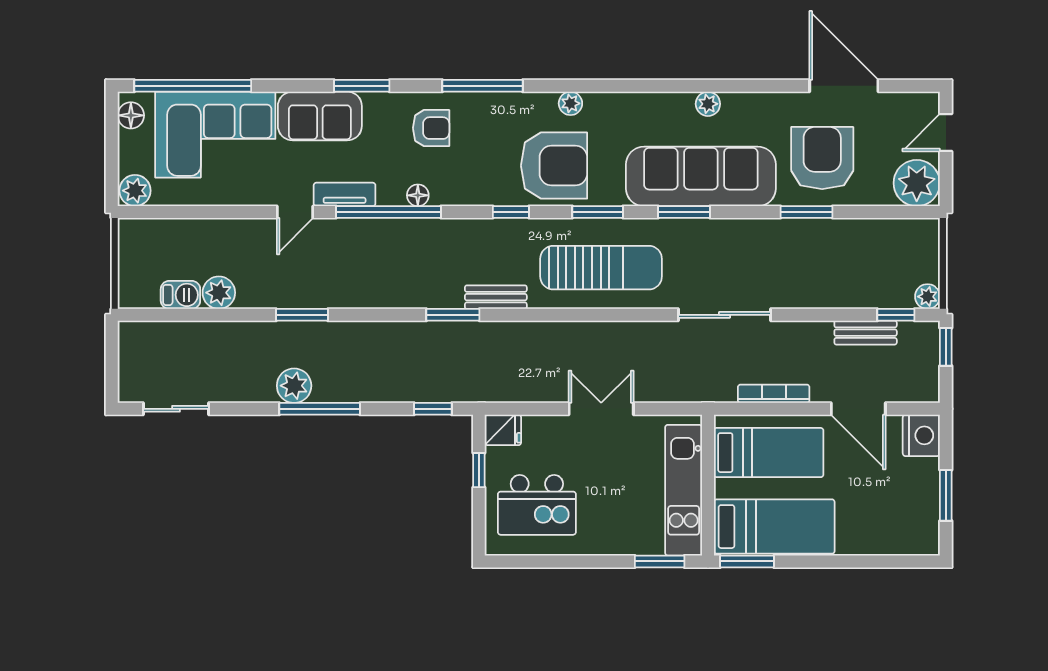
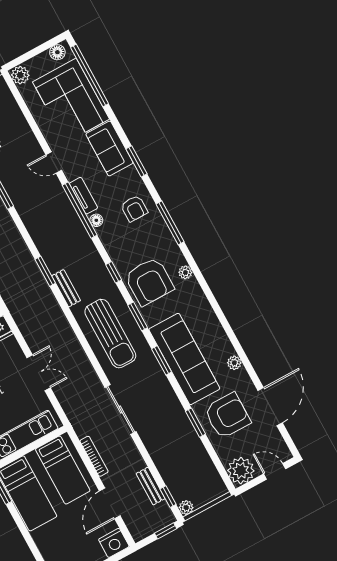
plant: (708, 104) -> (234, 363), moved
tv unit: (345, 194) -> (83, 196), moved

